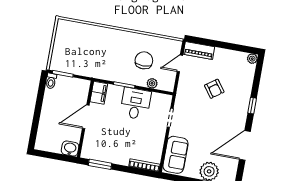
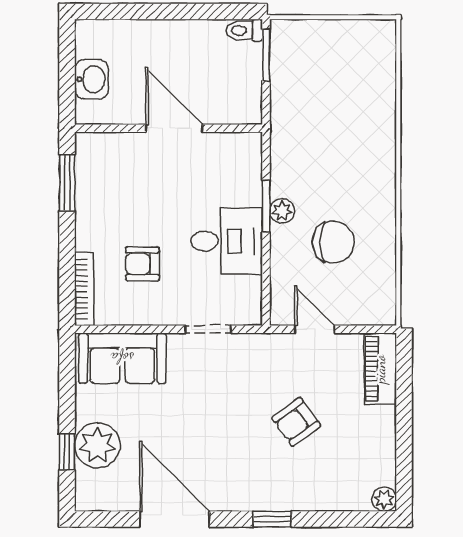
door: (180, 63) -> (314, 329), moved
plant: (152, 83) -> (282, 211), moved
filing cabinet: (99, 93) -> (237, 149), removed
armchair: (139, 140) -> (143, 264), added
washbasin: (70, 149) -> (92, 79), moved

